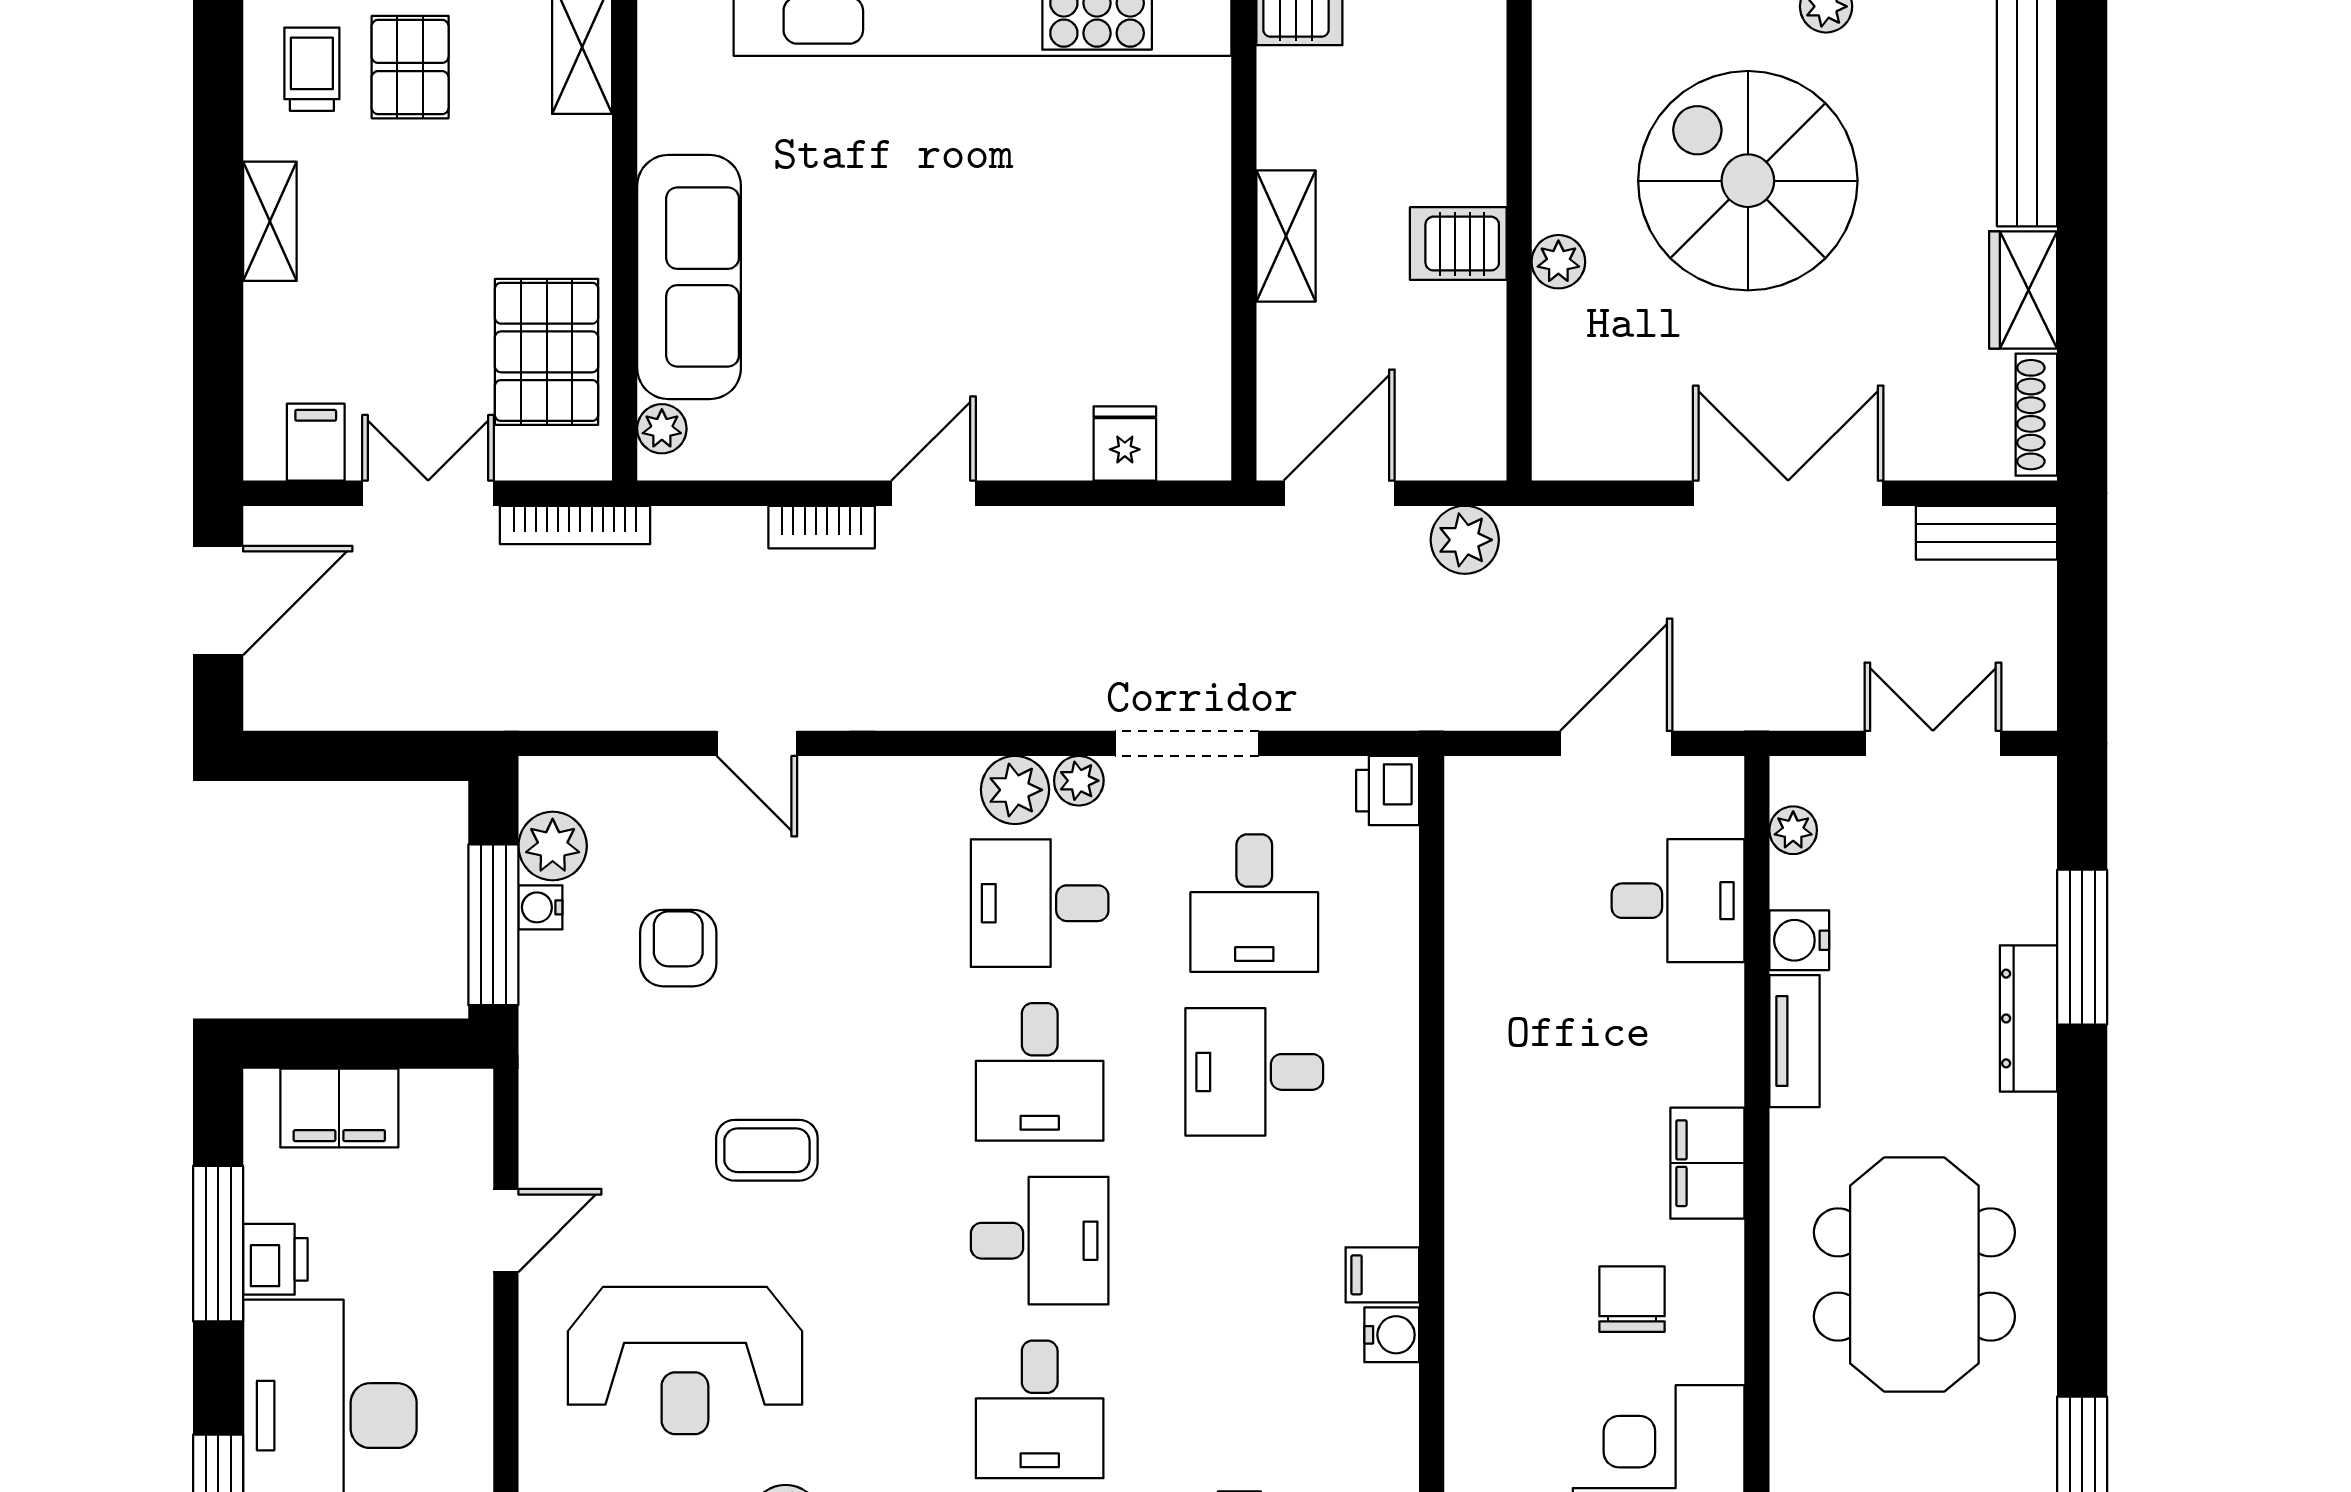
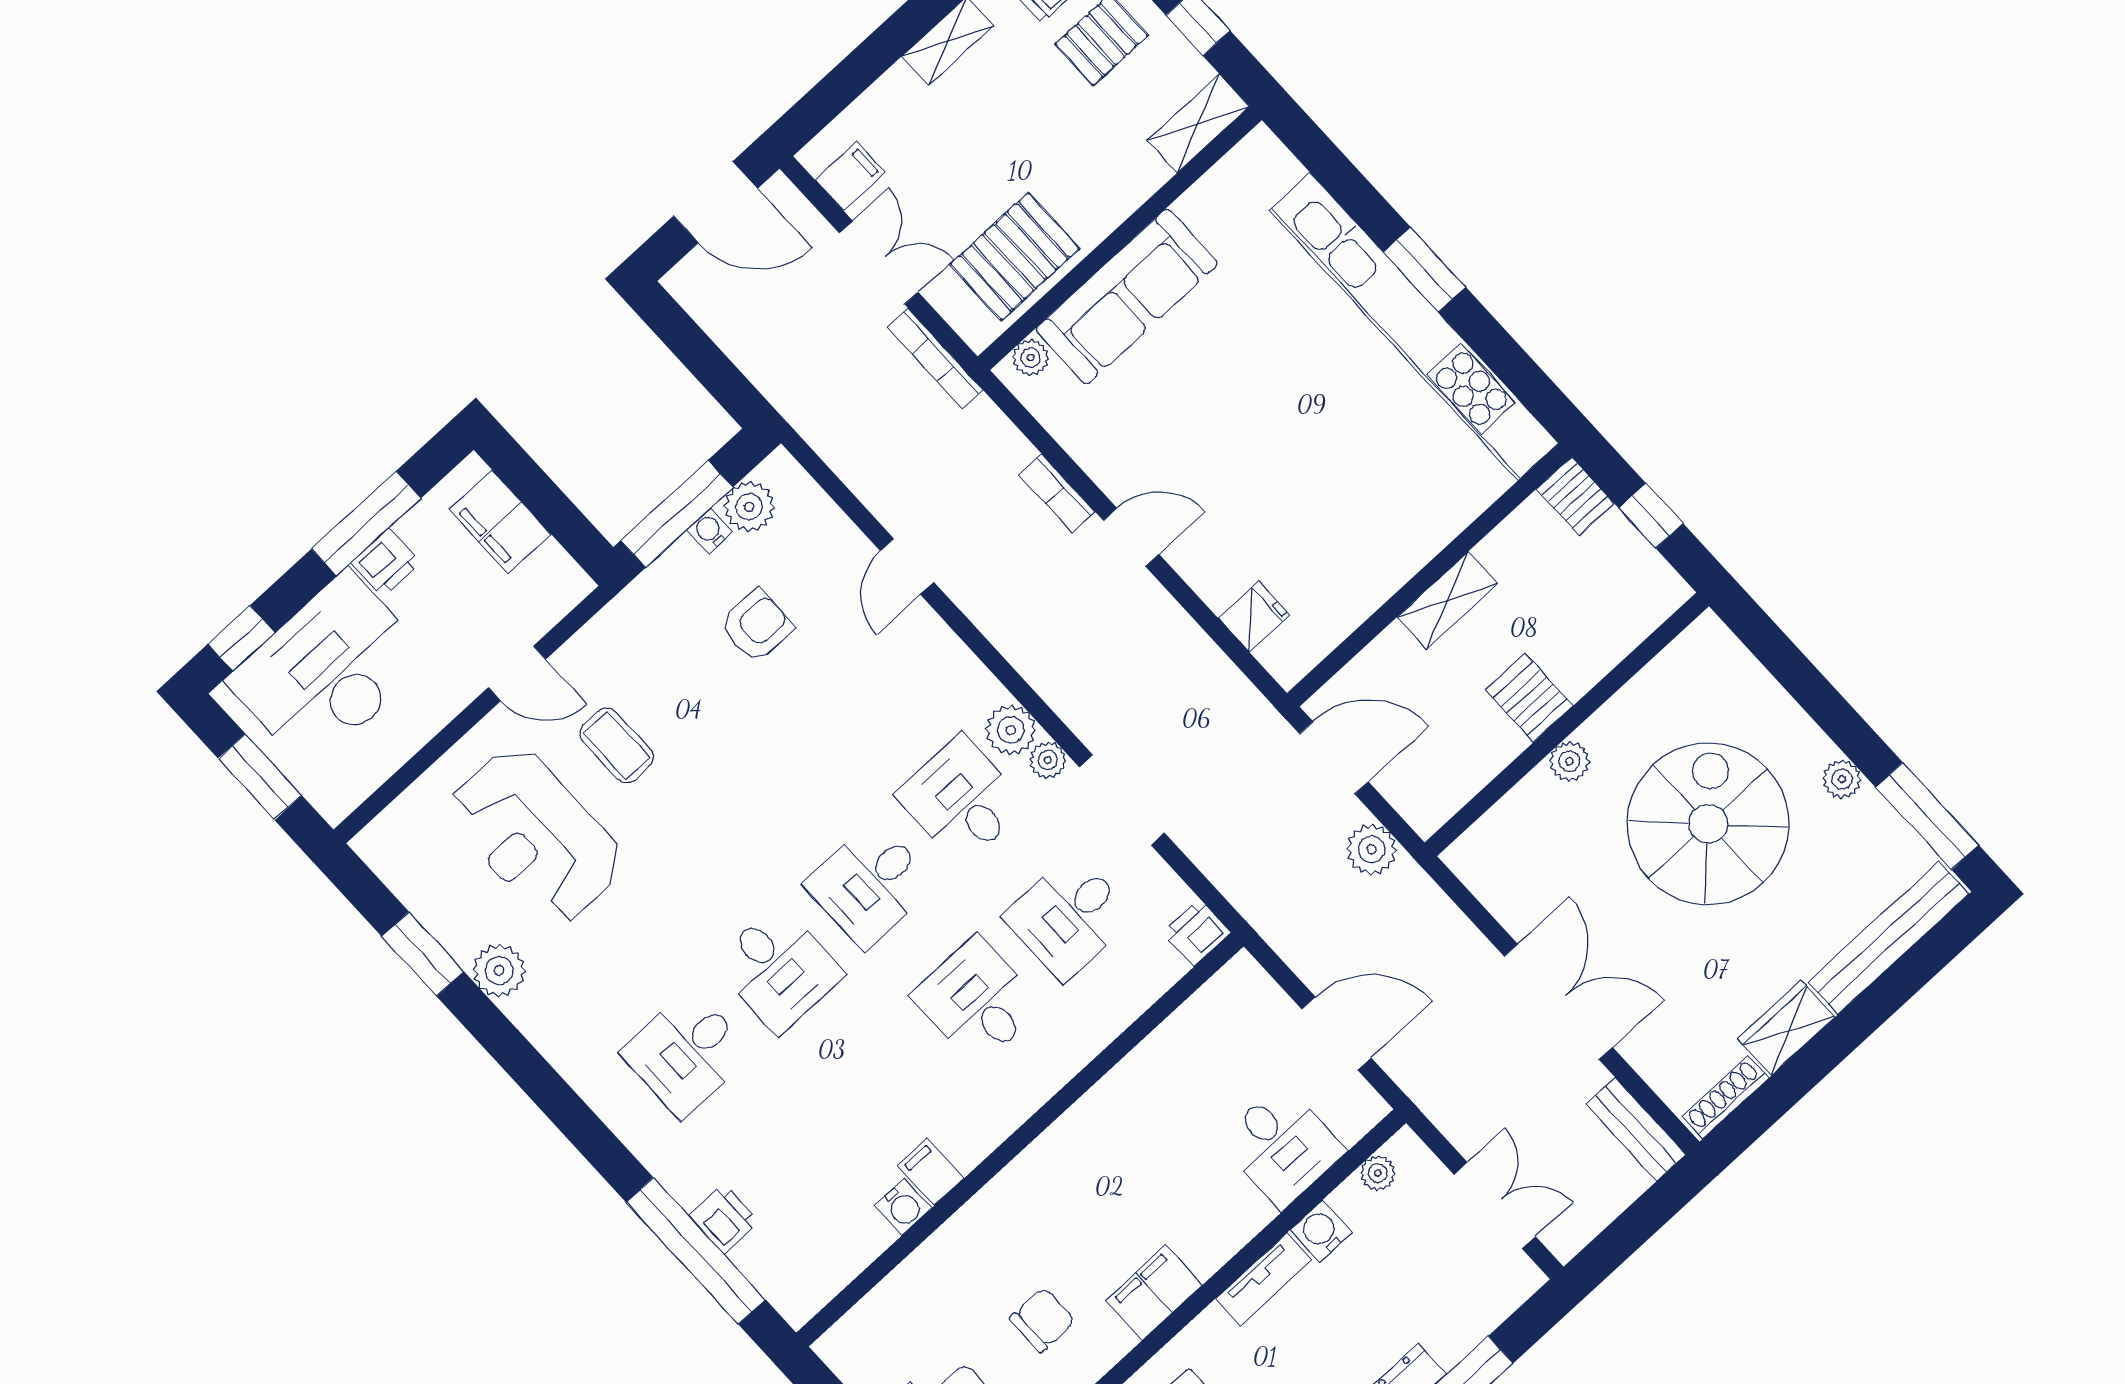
coffee table: (767, 1150) -> (616, 745), moved

